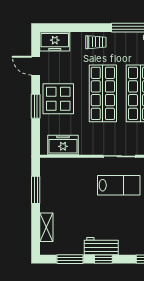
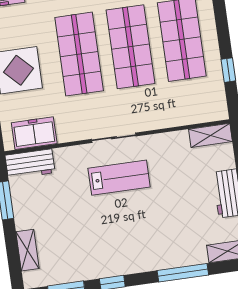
workbench: (101, 246) -> (30, 164), moved, turned 180

